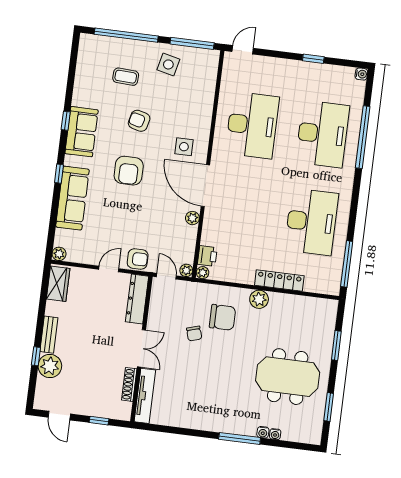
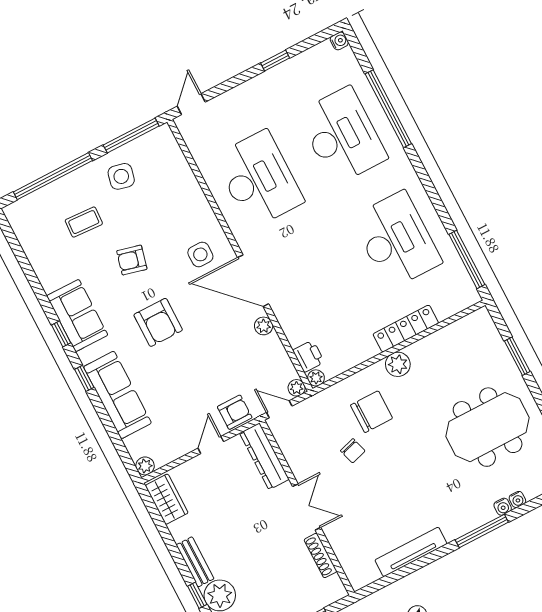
window: (66, 121) -> (61, 334), moved
tv unit: (145, 396) -> (411, 552), moved, turned -90

